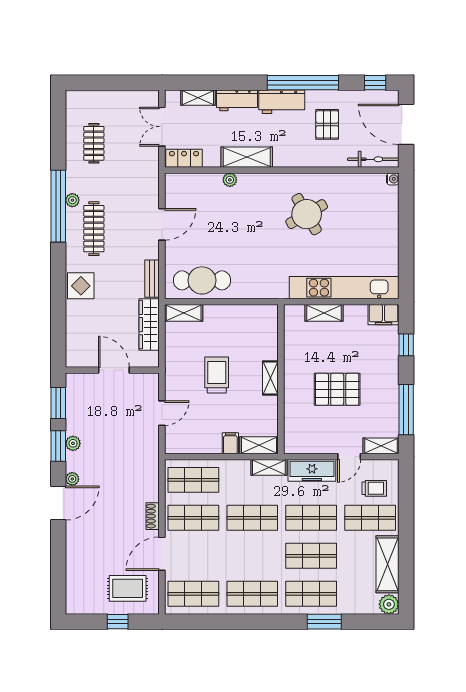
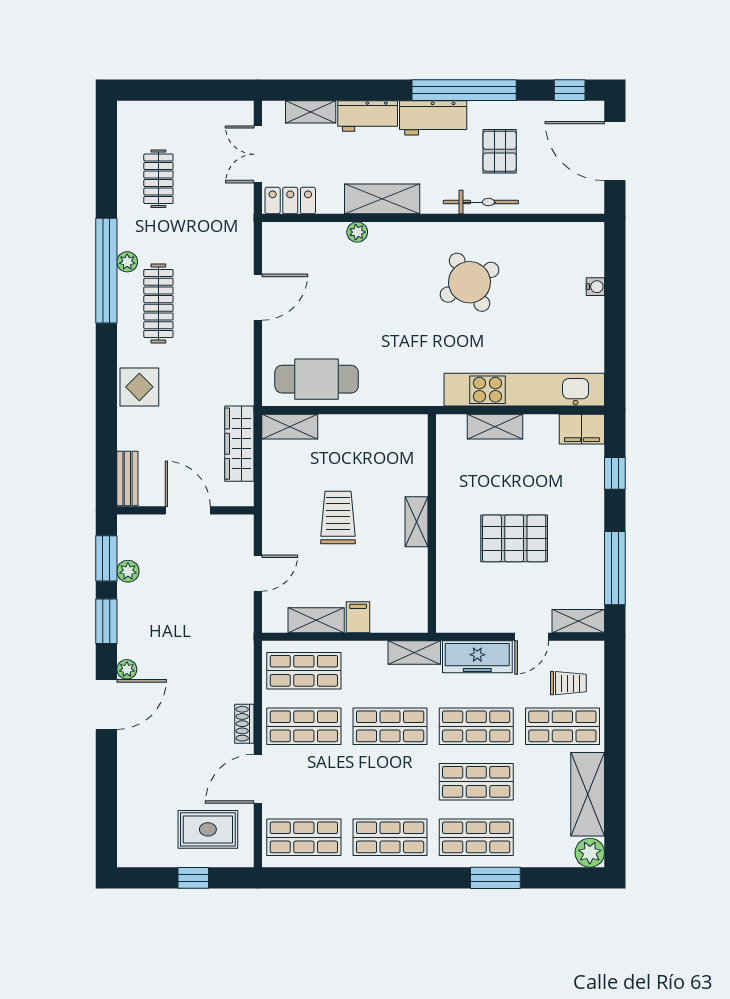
bicycle: (373, 159) -> (481, 202), moved
water cooler: (393, 179) -> (595, 287), moved
bench: (152, 279) -> (127, 479), moved
plant: (73, 443) -> (128, 571), moved
shelving: (259, 445) -> (316, 620), moved

